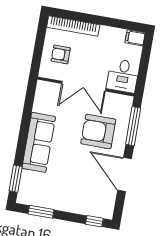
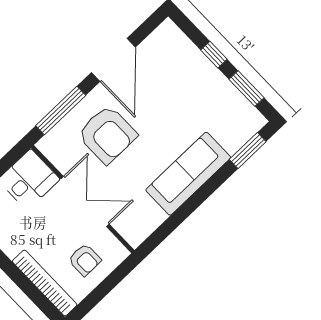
window: (94, 221) -> (214, 55), moved

